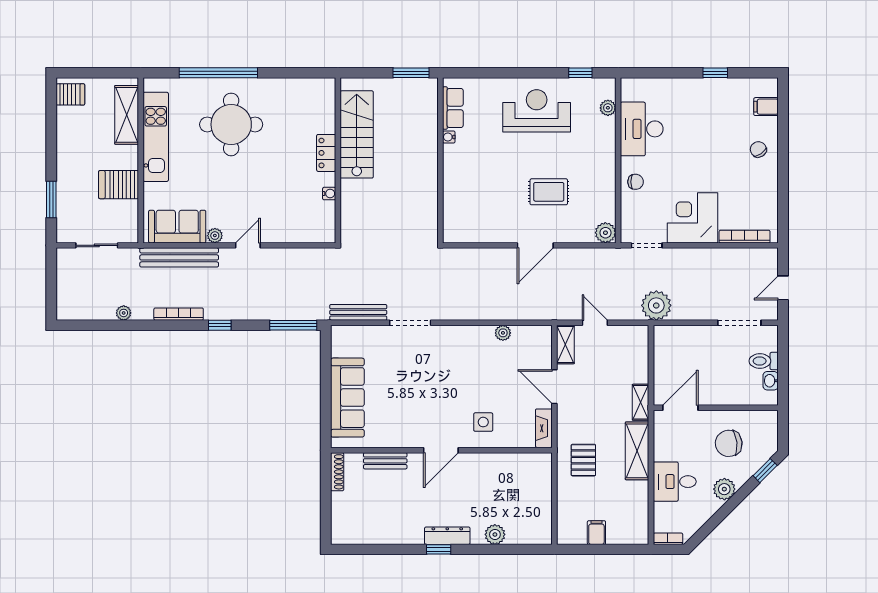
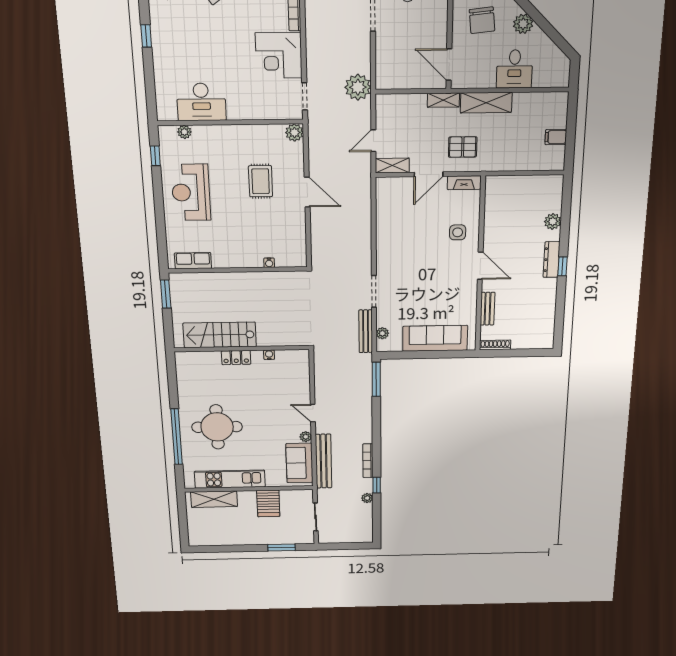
server rack: (70, 94) -> (201, 537), removed
water cooler: (449, 137) -> (269, 263), moved
chair: (636, 182) -> (249, 107), removed
window: (220, 325) -> (377, 485), moved
plant: (503, 333) -> (382, 333), moved
pallet: (583, 460) -> (463, 147), moved
bookcase: (668, 539) -> (565, 74), removed

